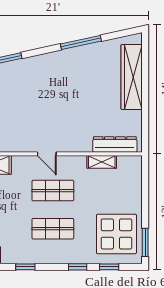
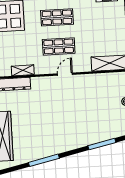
door: (47, 154) -> (65, 74), hinge flipped

